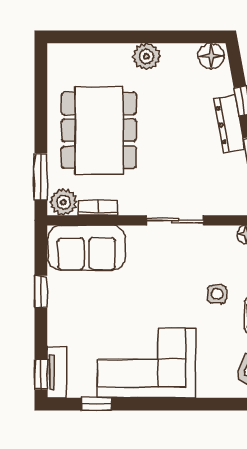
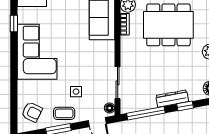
sliding door: (175, 220) -> (118, 83), moved

